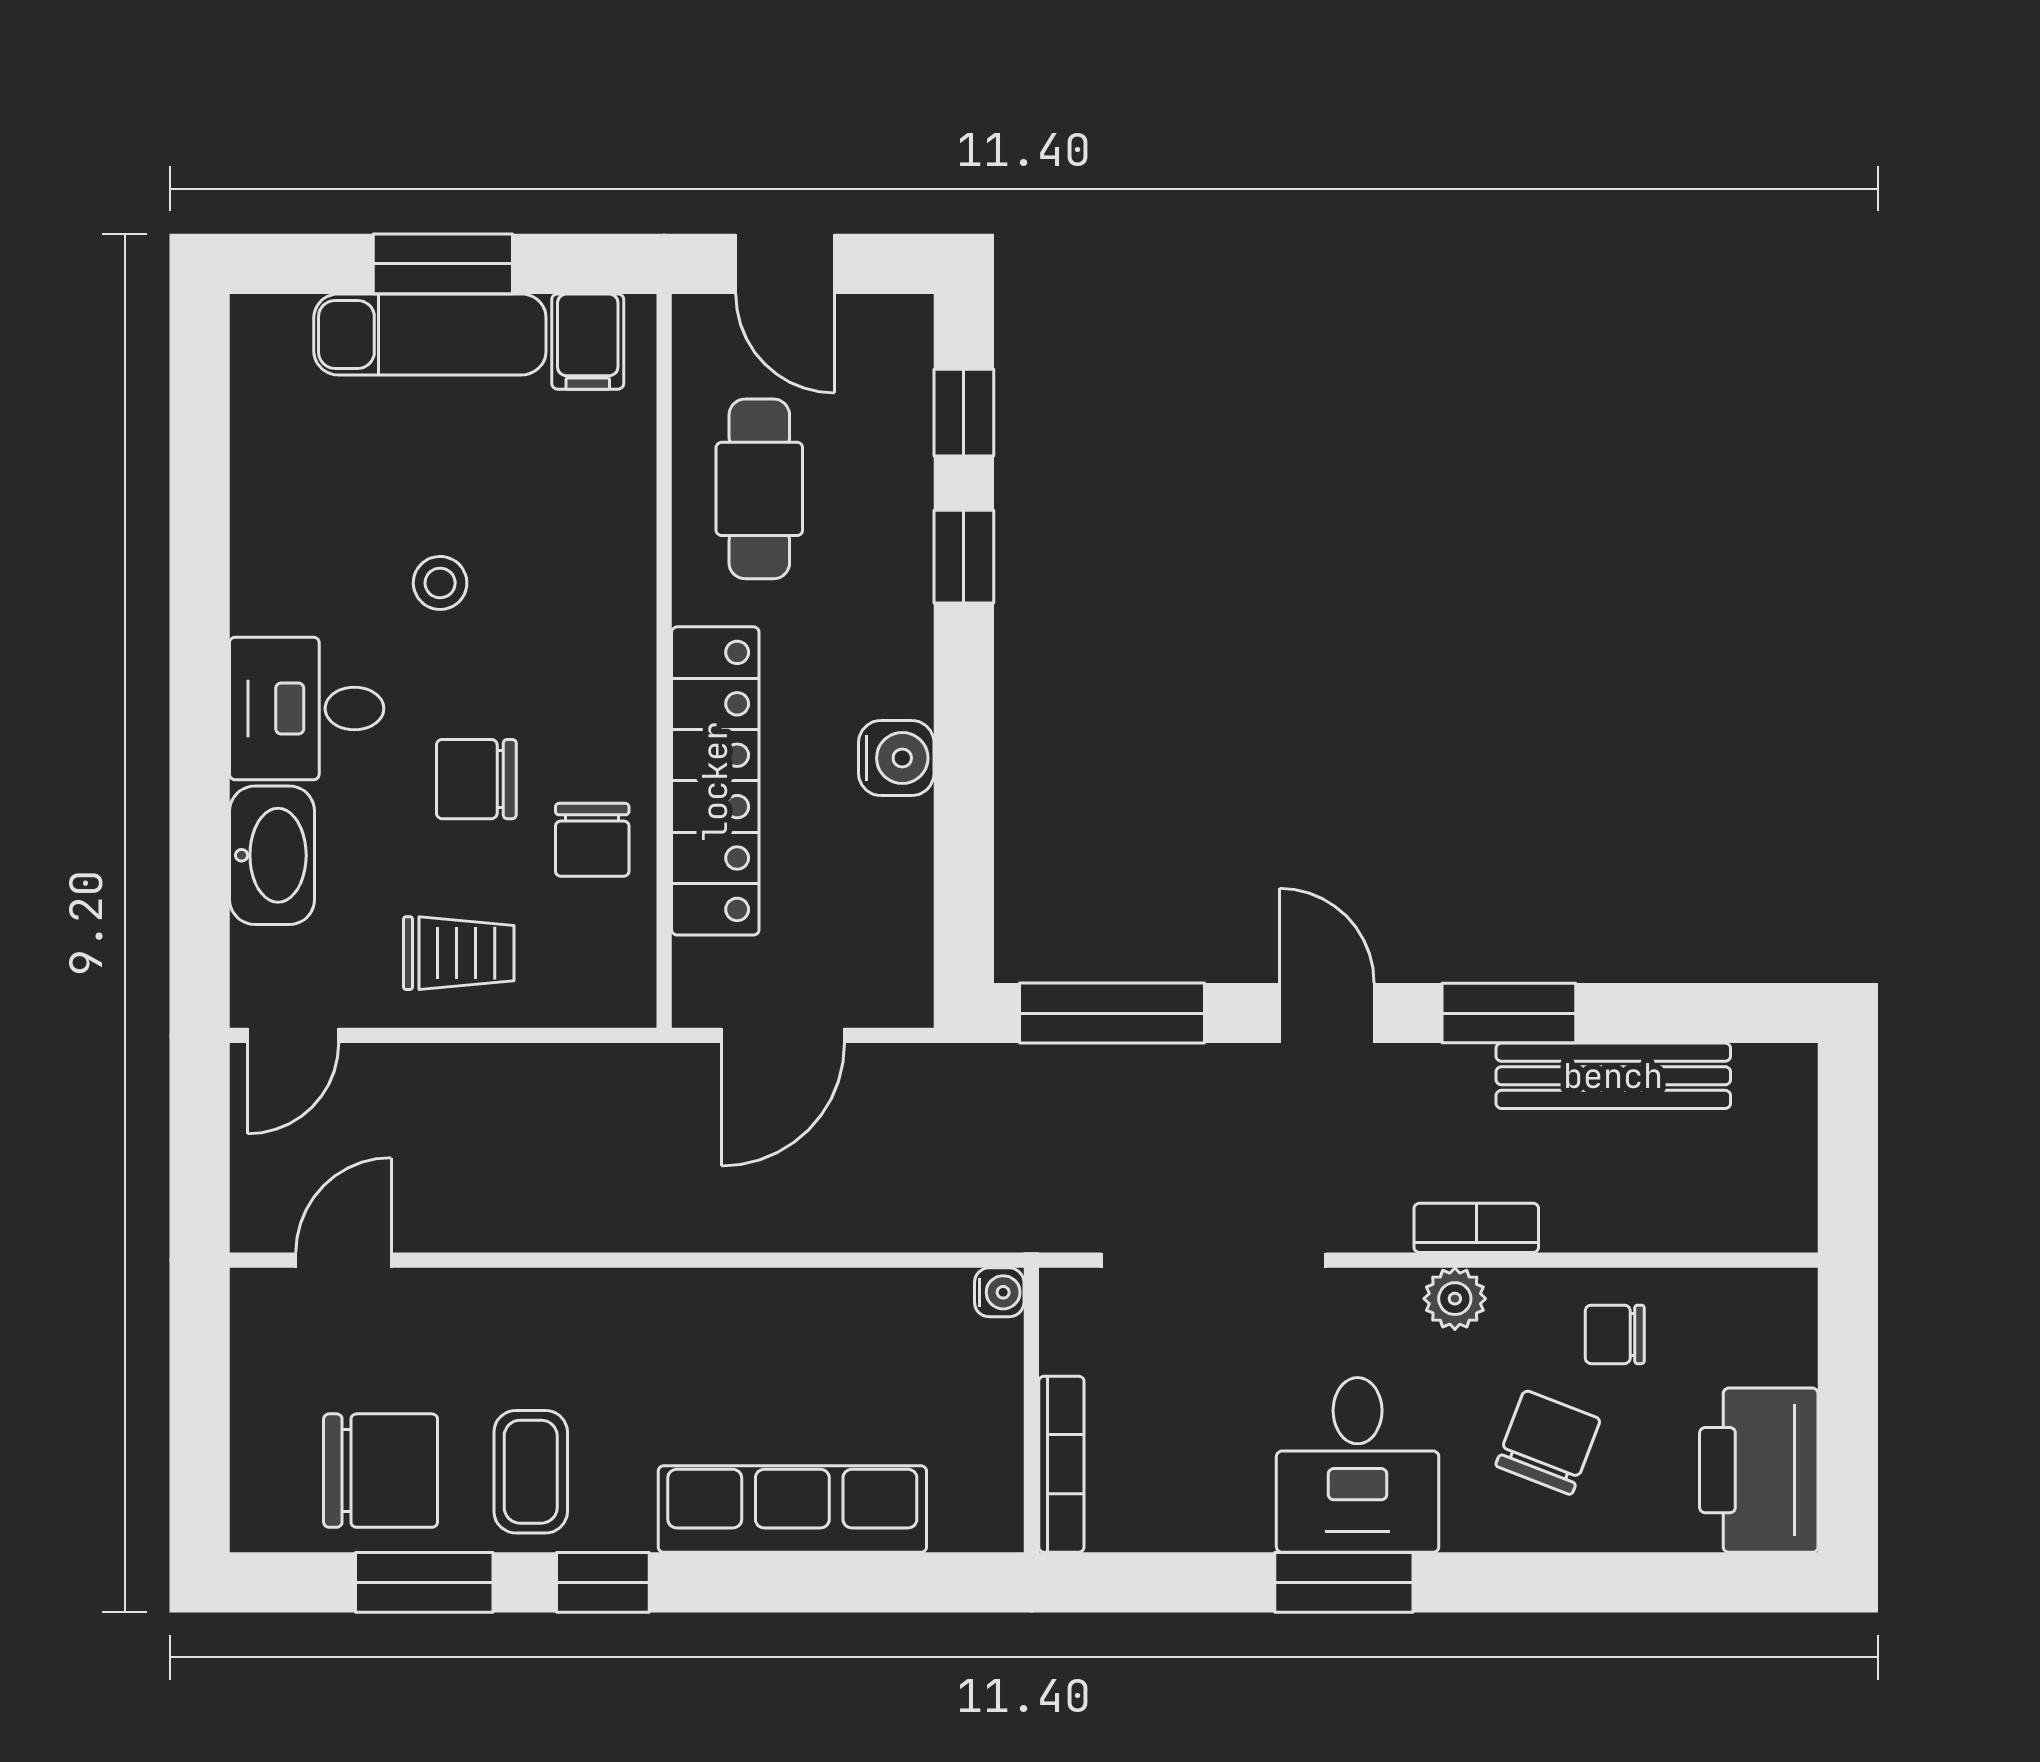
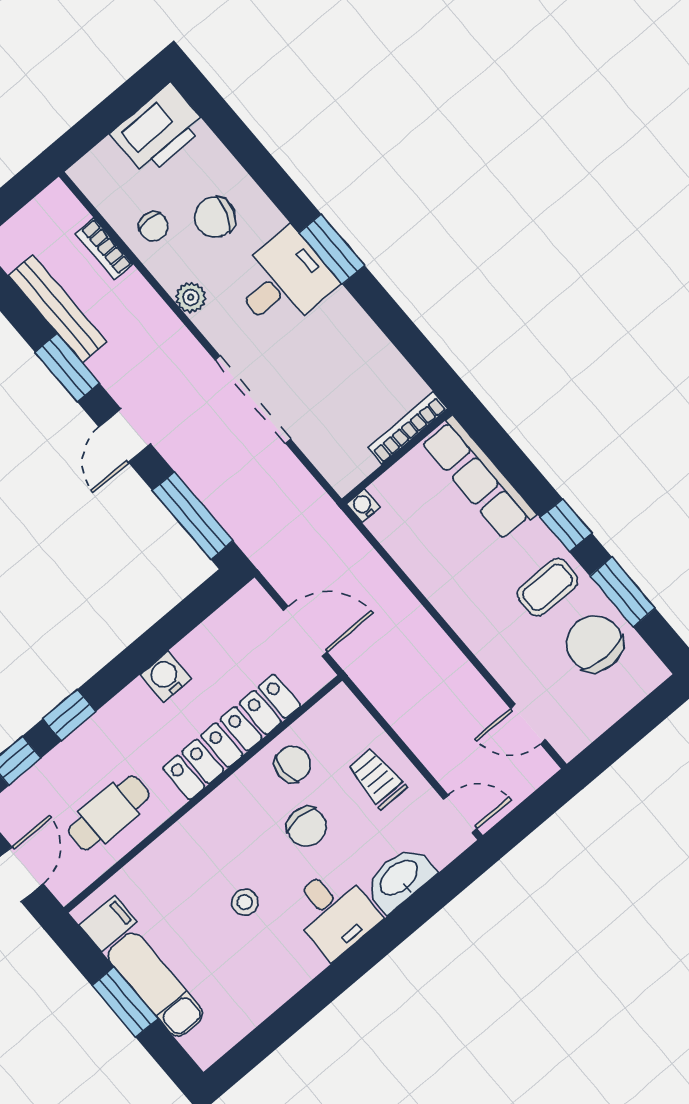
bookcase: (1476, 1228) -> (104, 249), moved
water cooler: (999, 1292) -> (363, 506), moved
wall: (1031, 1410) -> (397, 456), moved
bookcase: (1061, 1464) -> (408, 428), moved

